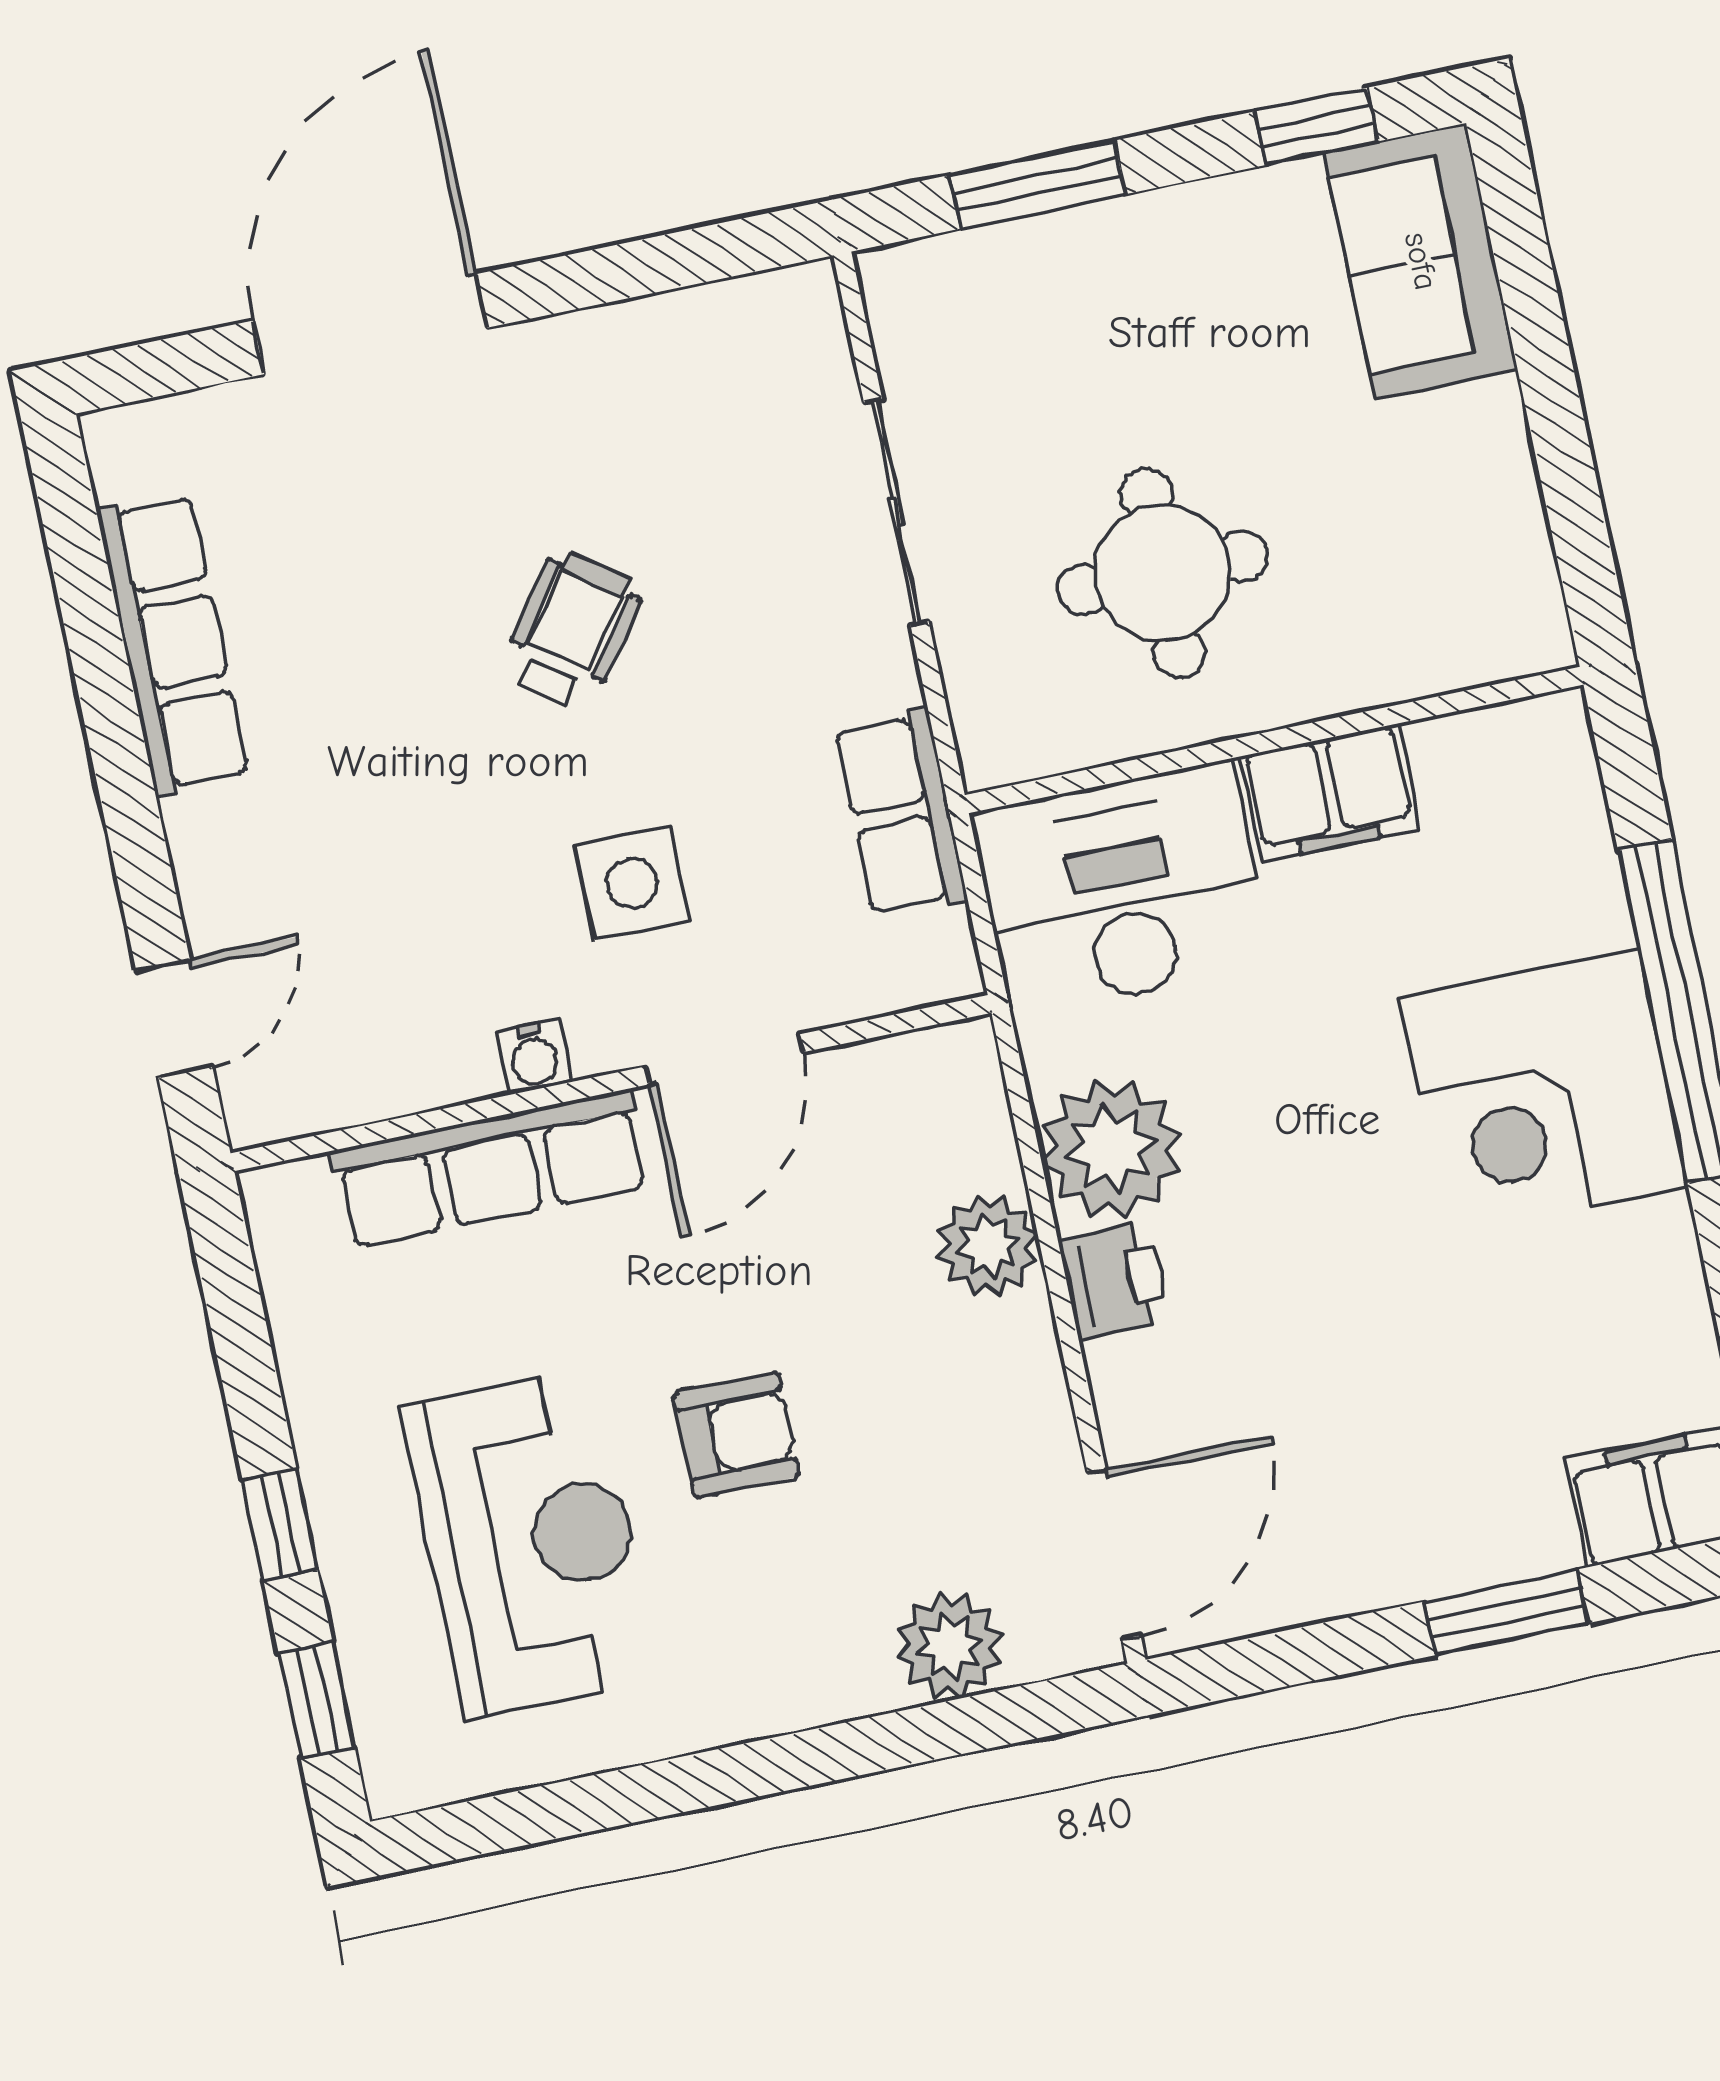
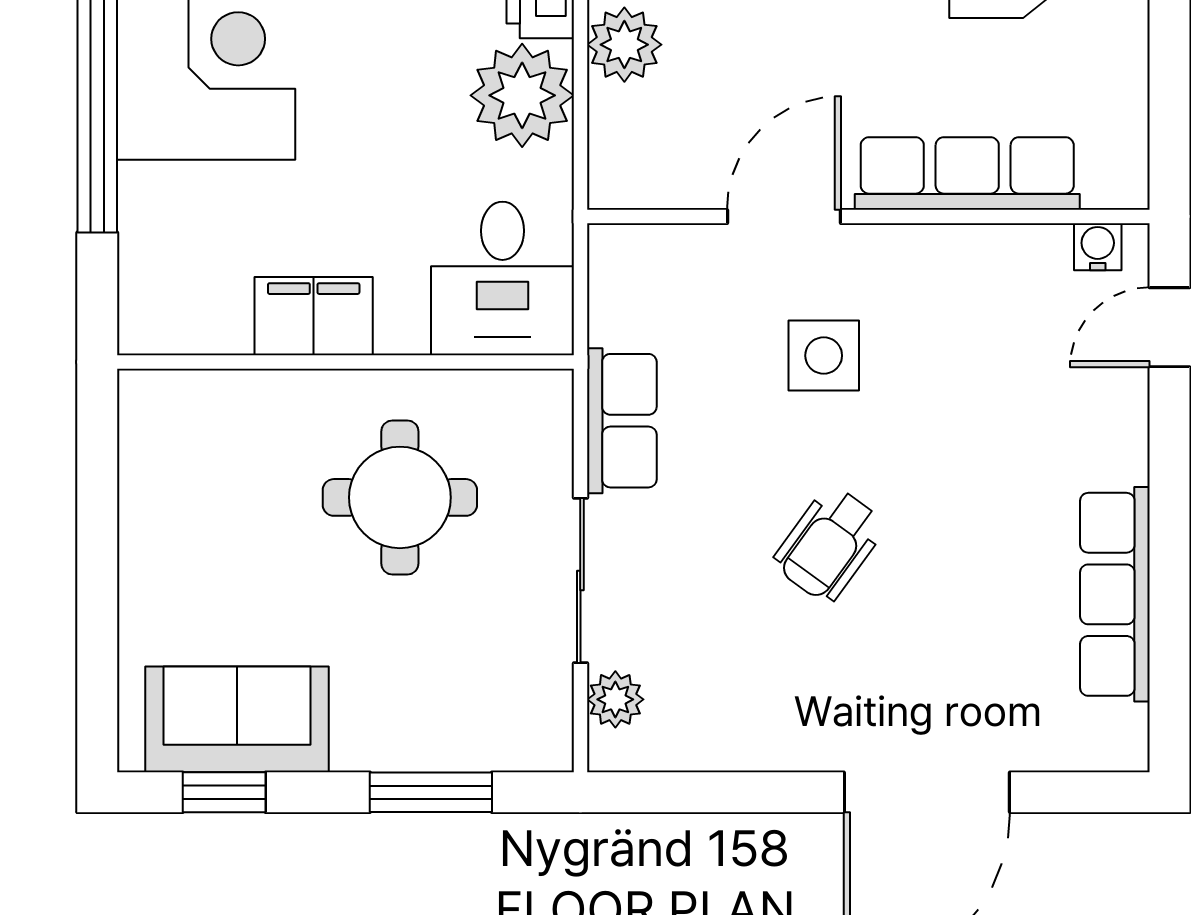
sofa: (1421, 261) -> (237, 719), moved, turned -90
plant: (816, 361) -> (615, 699), added
row of seats: (901, 814) -> (622, 421), moved
desk: (1122, 889) -> (502, 278), width x0.73
water cooler: (534, 1057) -> (1098, 247), moved

